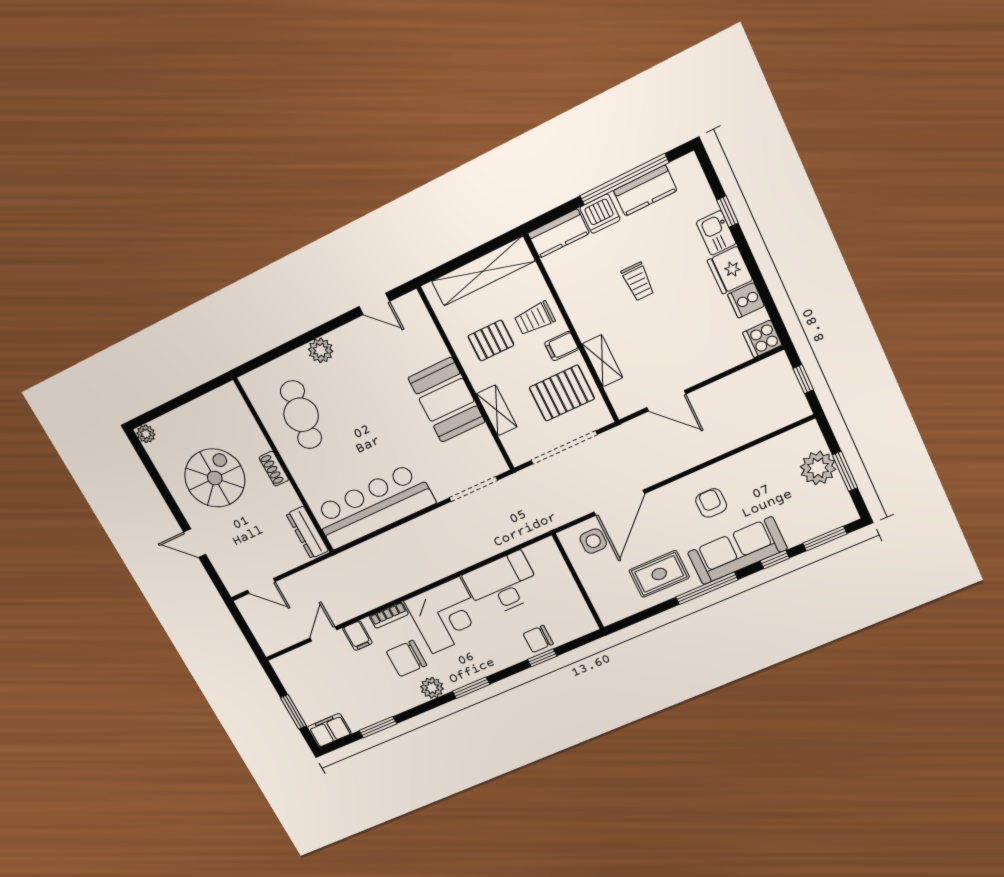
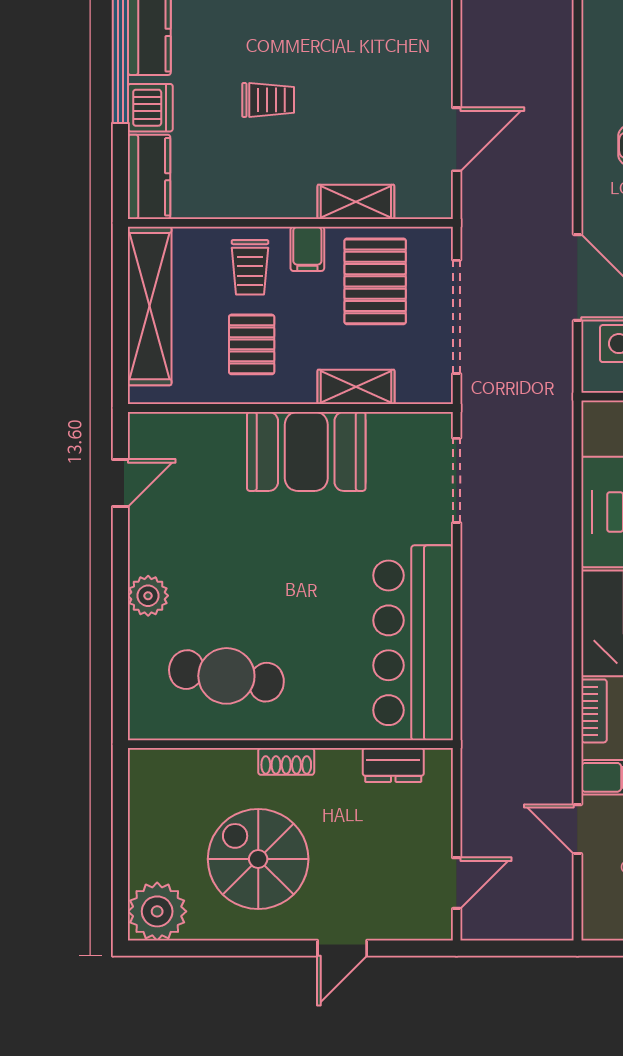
plant: (146, 434) -> (157, 911), width x1.87, depth x1.87
dresser: (307, 533) -> (393, 765), width x0.70

